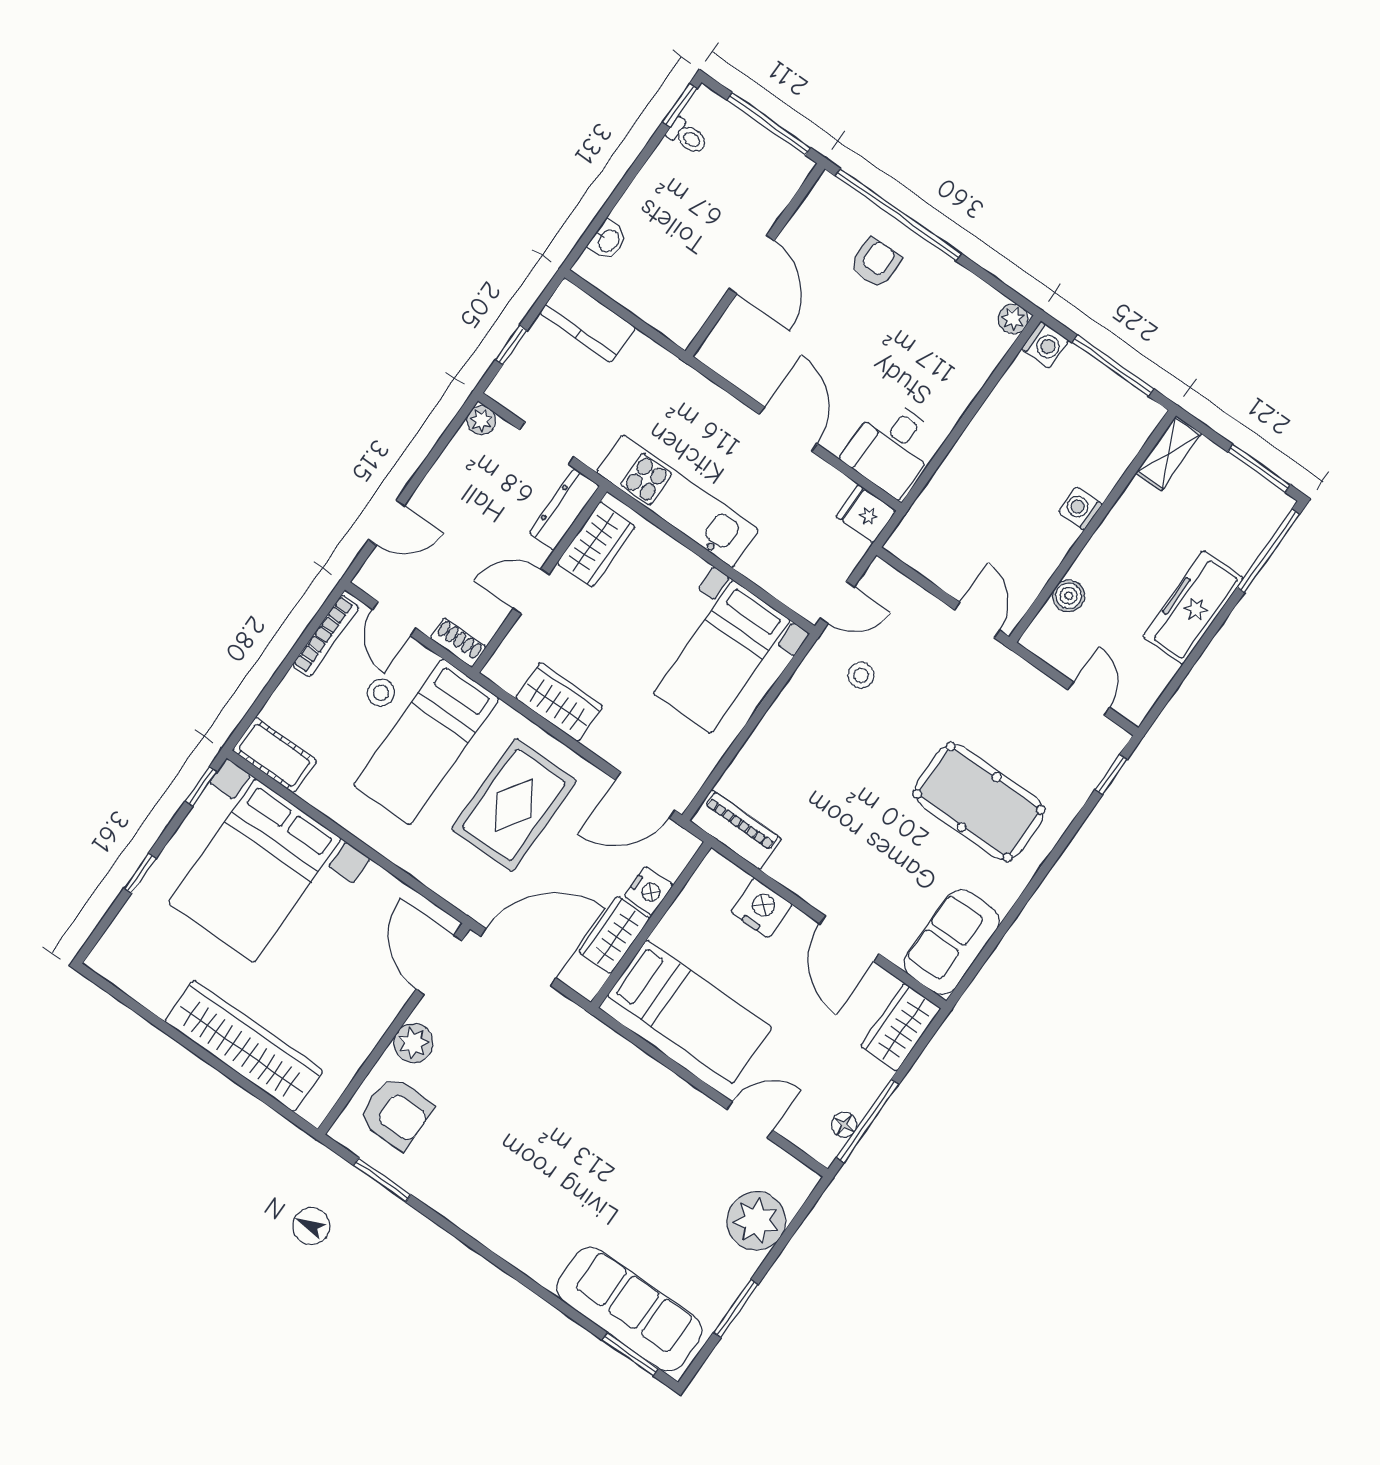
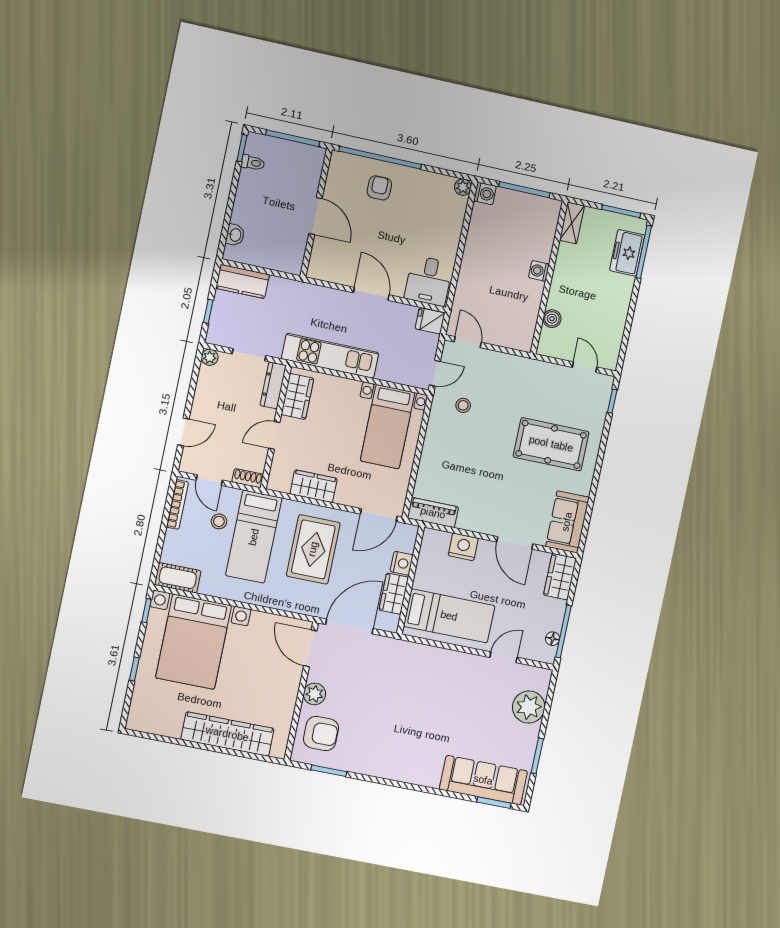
freezer: (1193, 607) -> (627, 253), moved, width x0.71
door: (977, 620) -> (468, 342), moved

